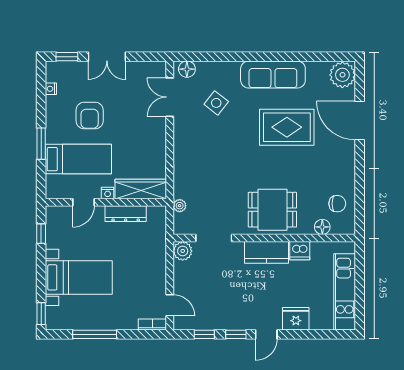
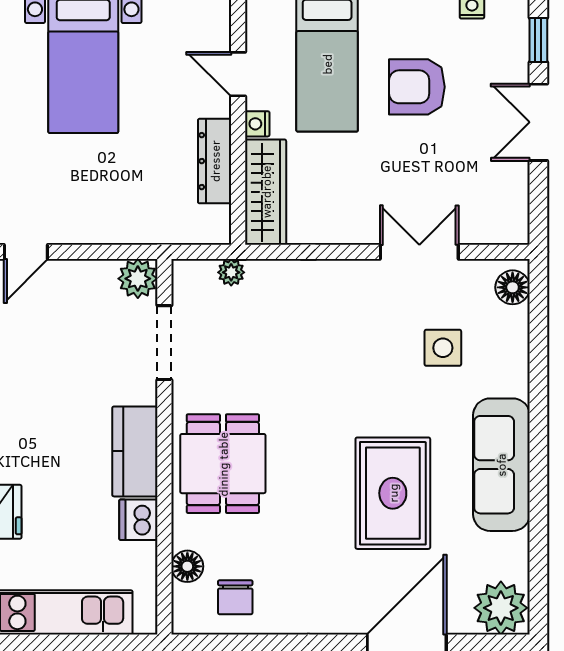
double door: (170, 97) -> (419, 252), moved
side table: (216, 103) -> (443, 348), turned -38

